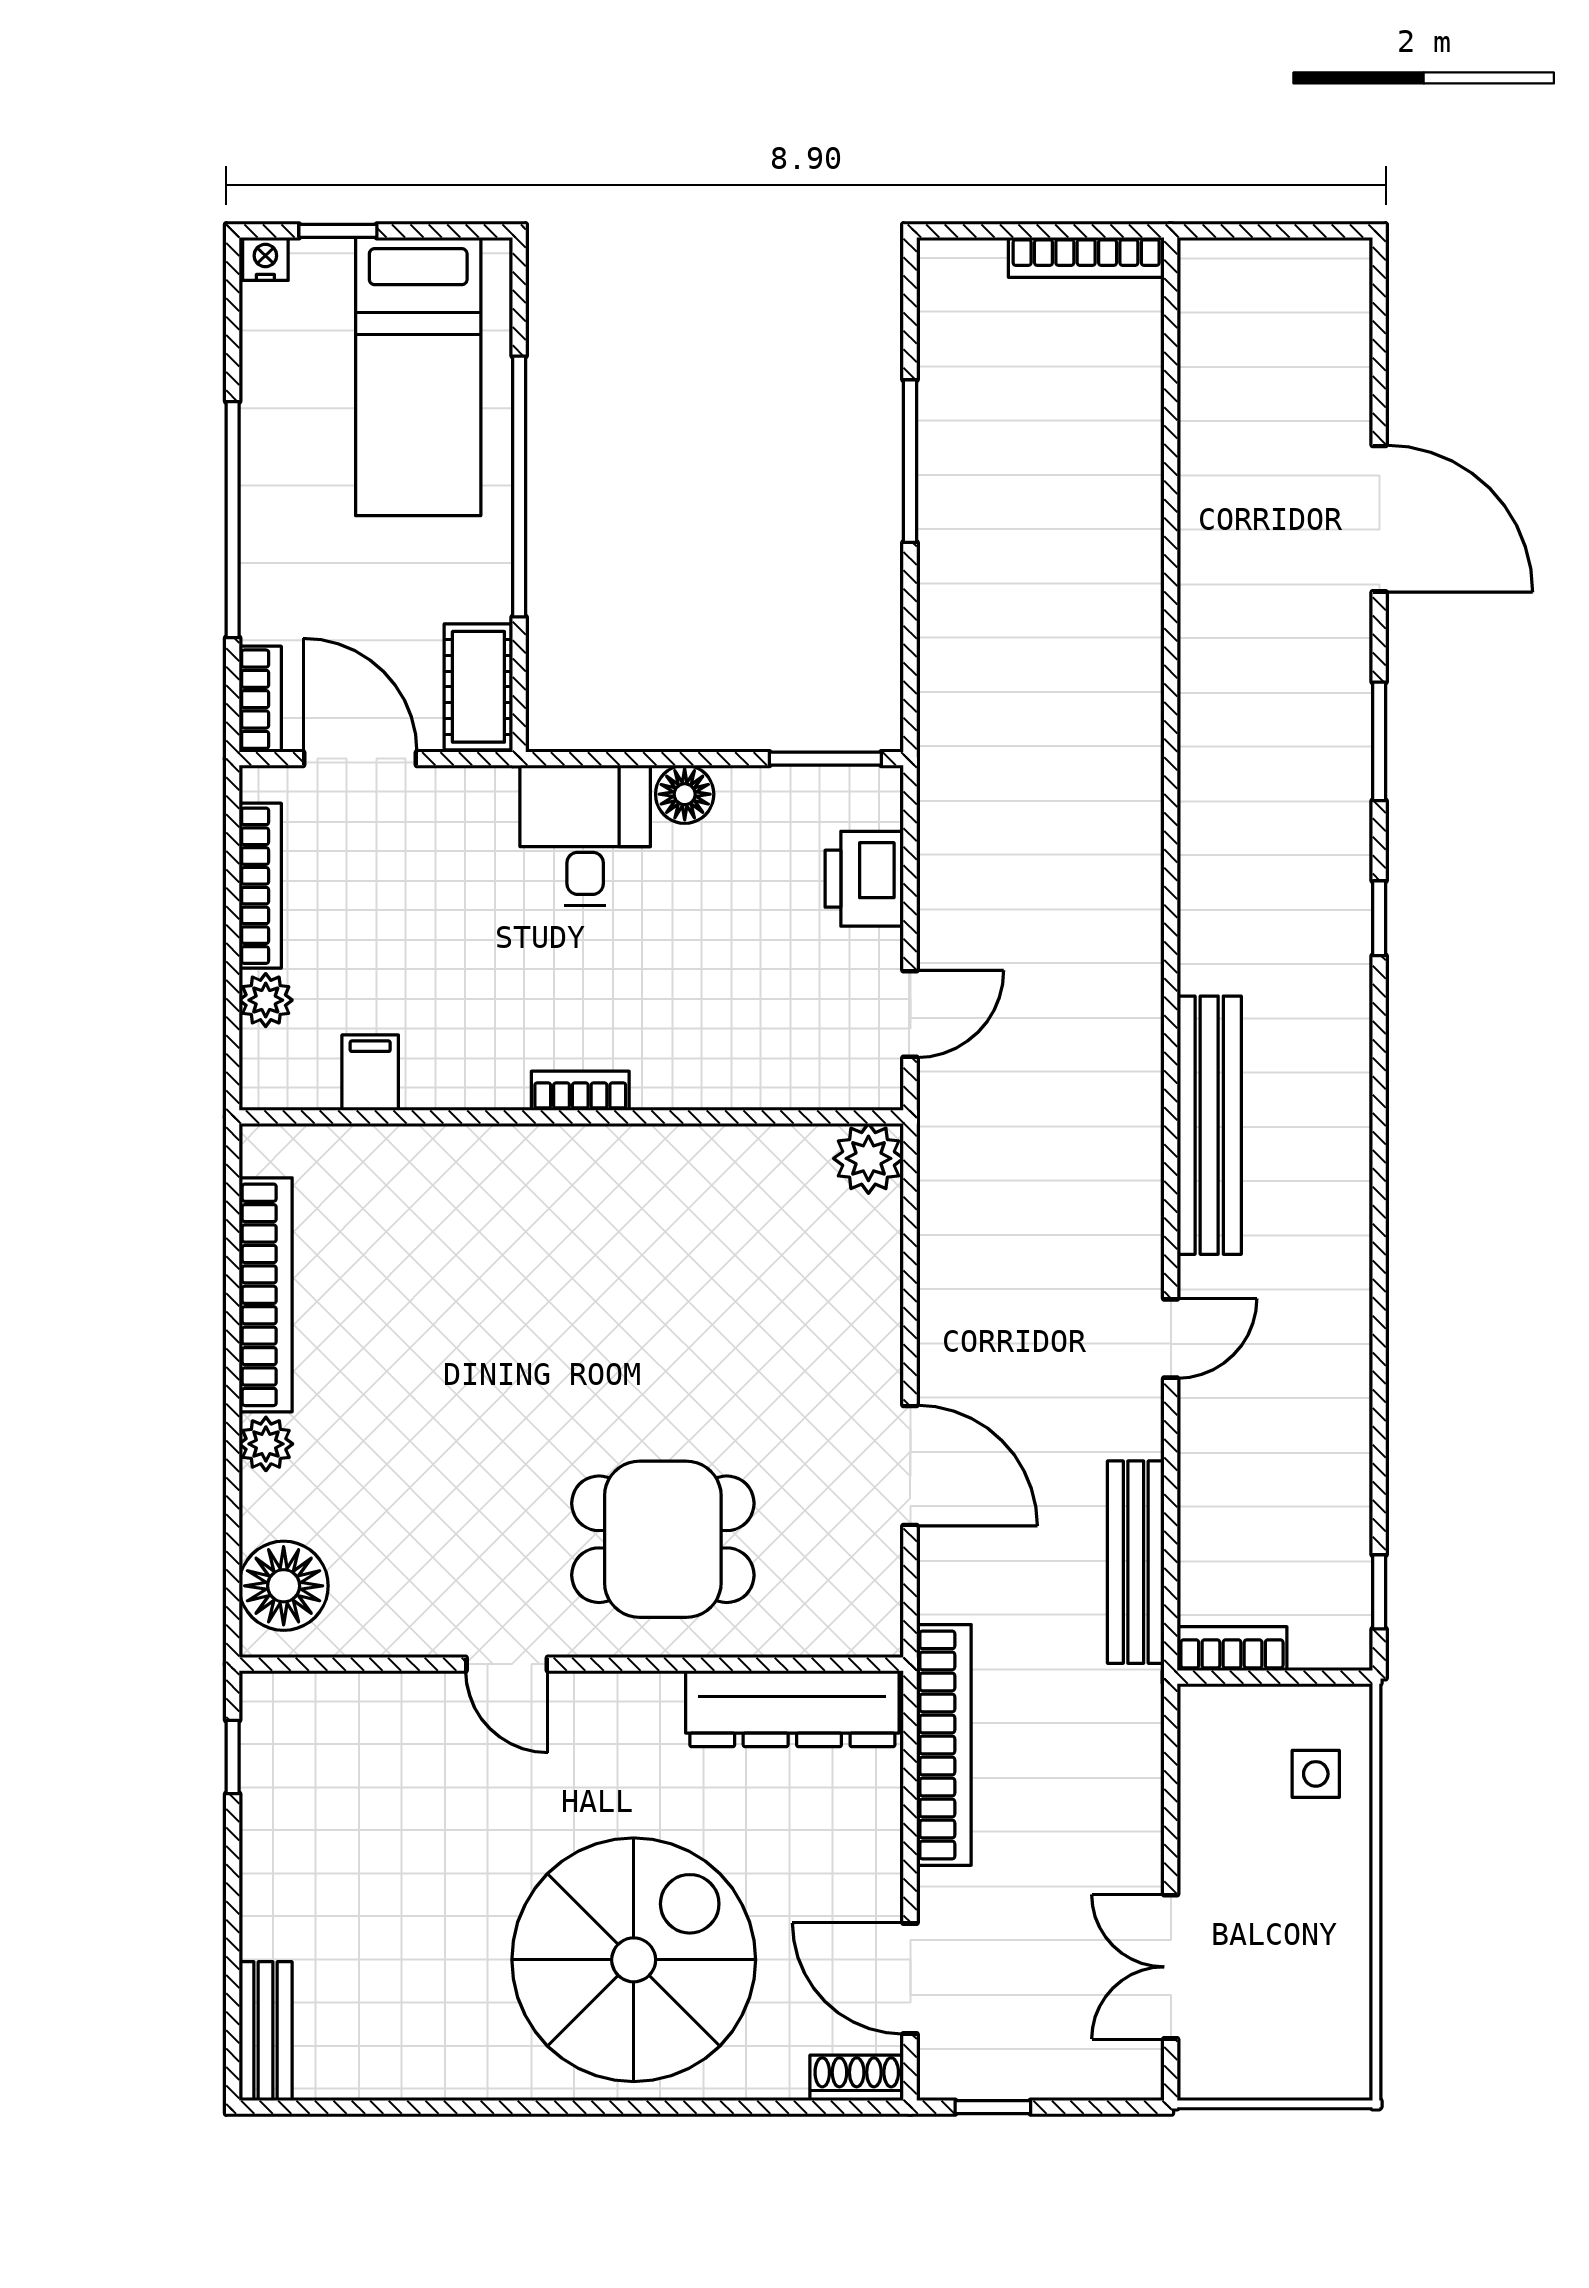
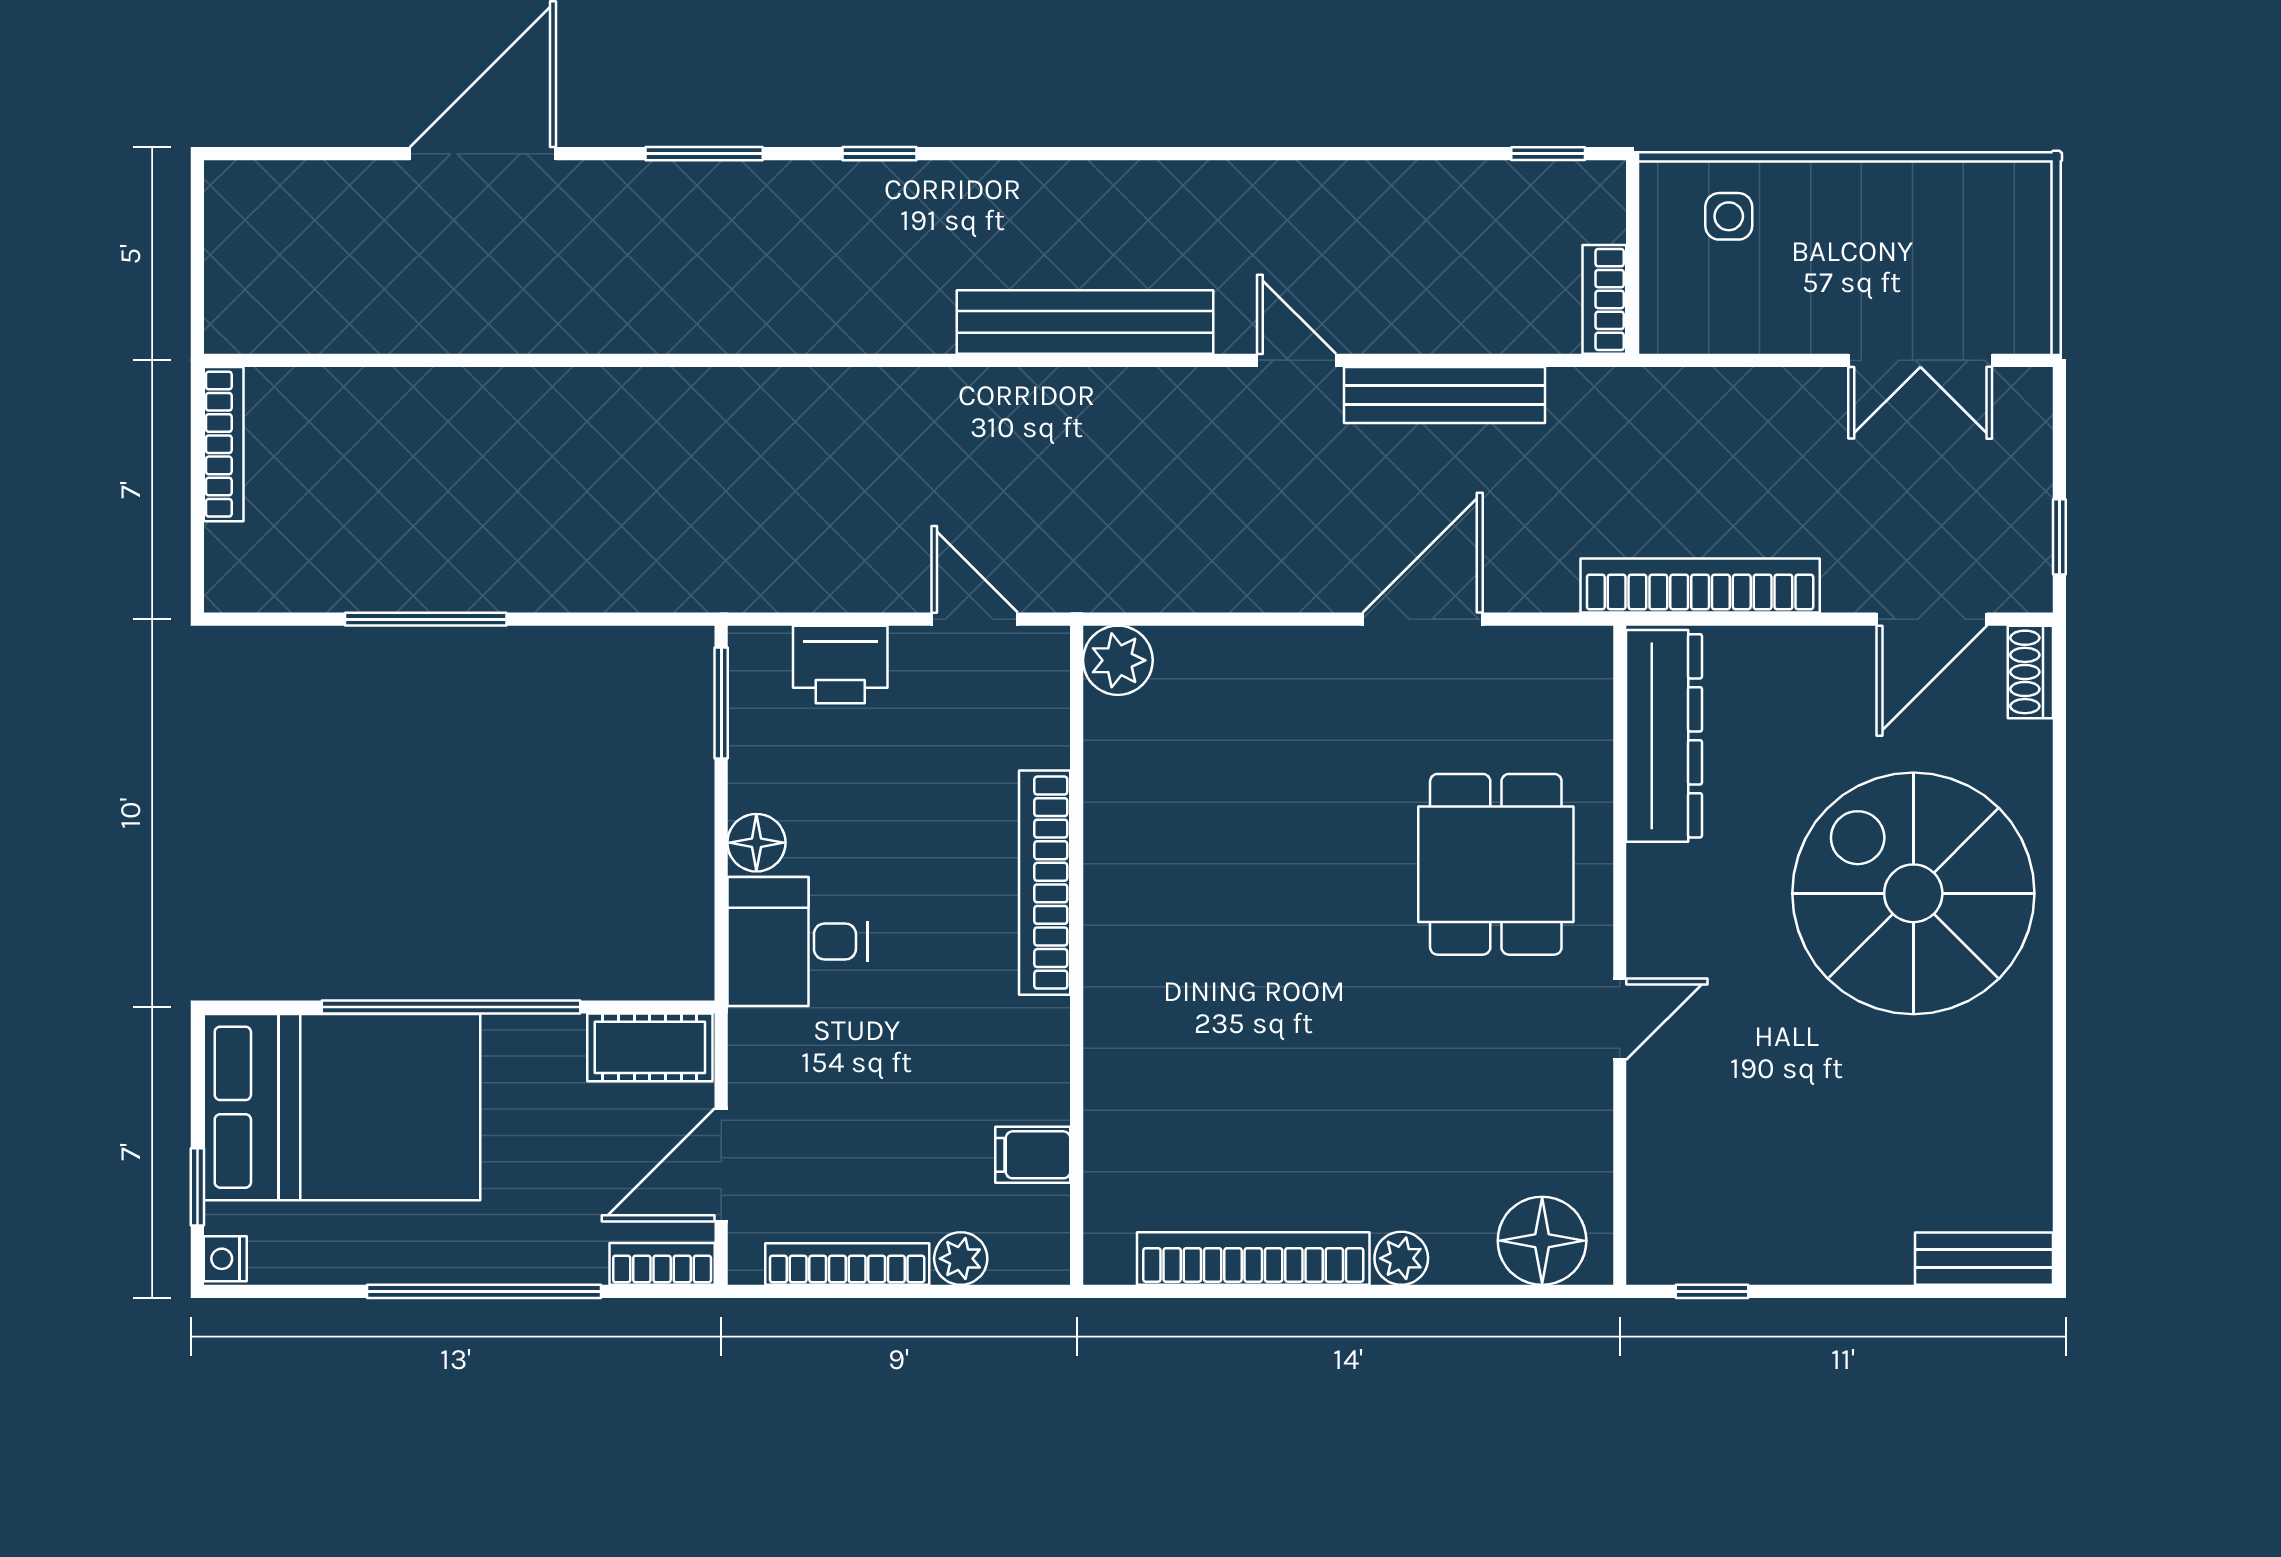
bed: (418, 377) -> (342, 1107), width x1.50
bookcase: (580, 1091) -> (1045, 883), width x2.31, depth x1.31
bench: (1136, 1562) -> (1445, 395), moved

